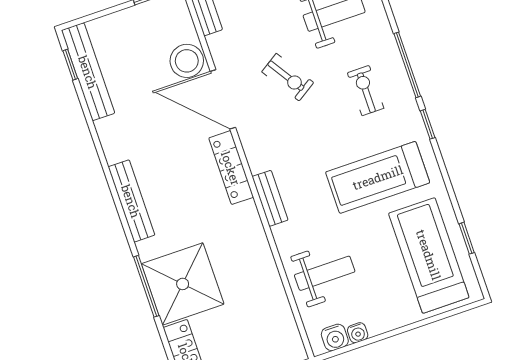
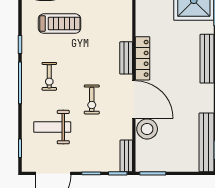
exercise bike: (288, 77) -> (92, 99), turned -147
treadmill: (378, 177) -> (60, 24), width x0.73, depth x0.73
bench: (270, 198) -> (126, 58), moved

